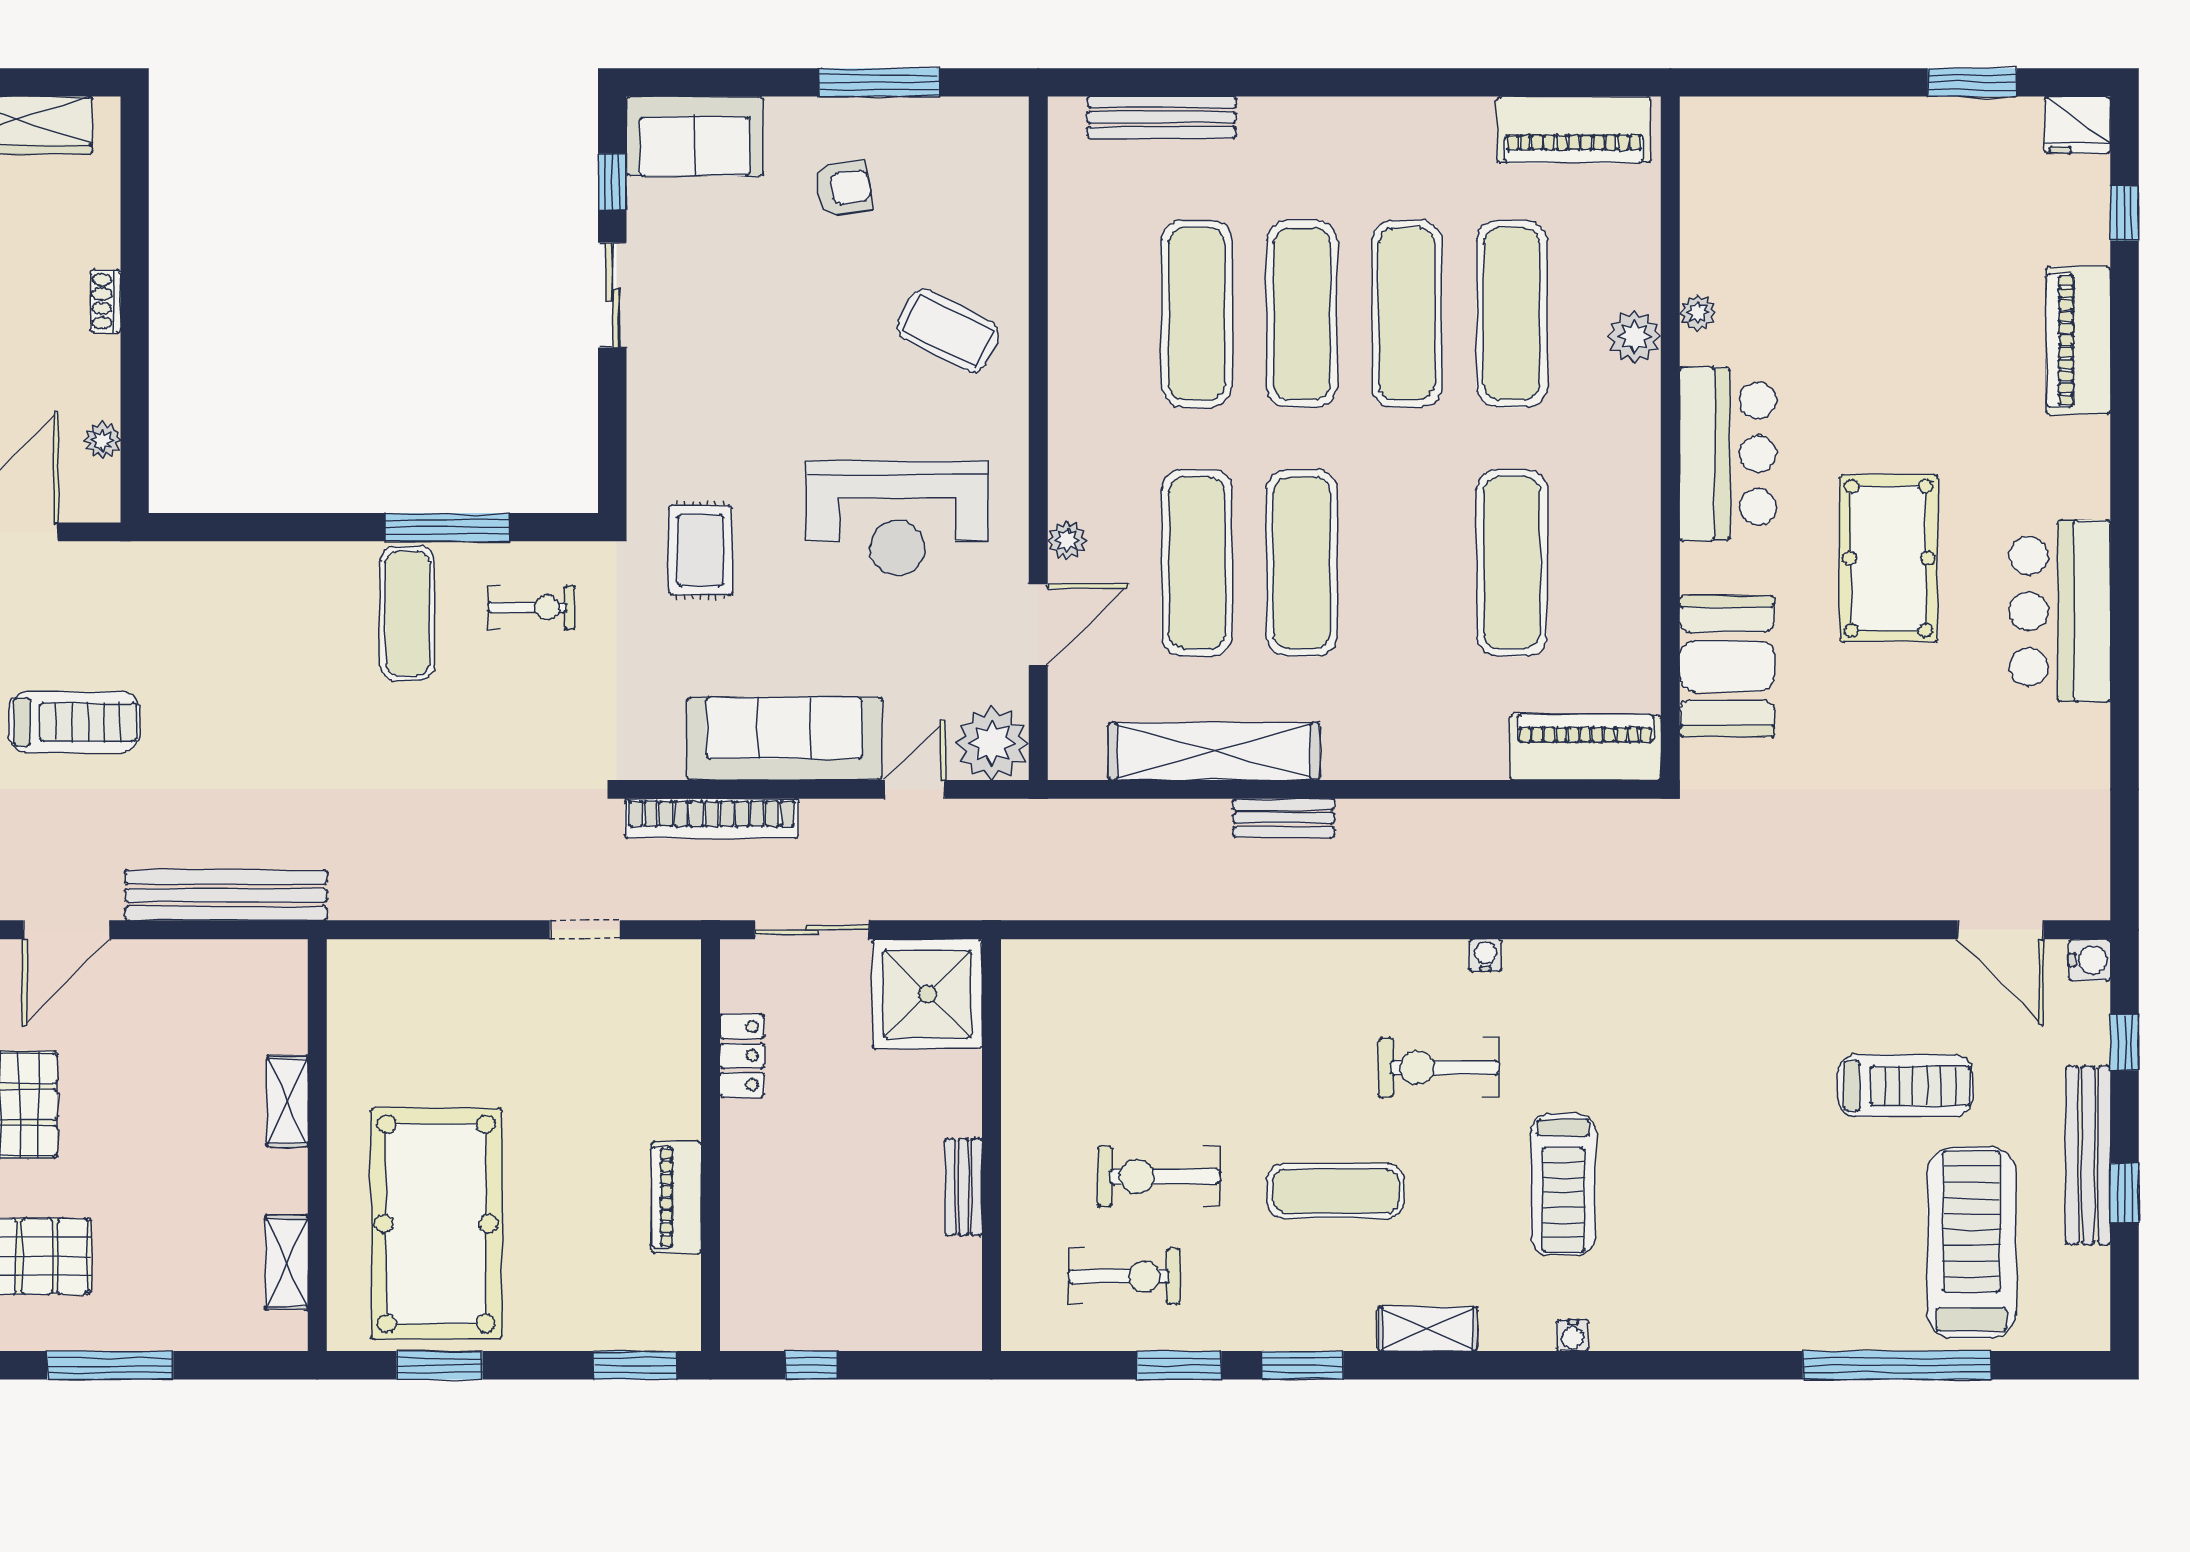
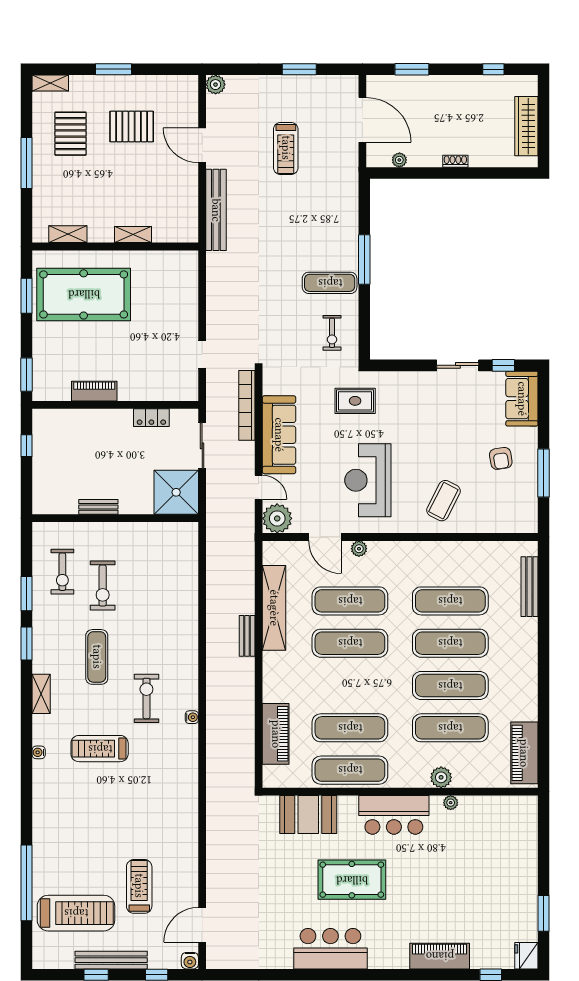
window: (447, 527) -> (364, 259), moved
exercise mat: (1617, 563) -> (350, 770), added
piano: (1586, 747) -> (276, 734), moved
treadmill: (1905, 1086) -> (139, 886), turned 180
exercise bike: (1159, 1176) -> (103, 586), turned 180

